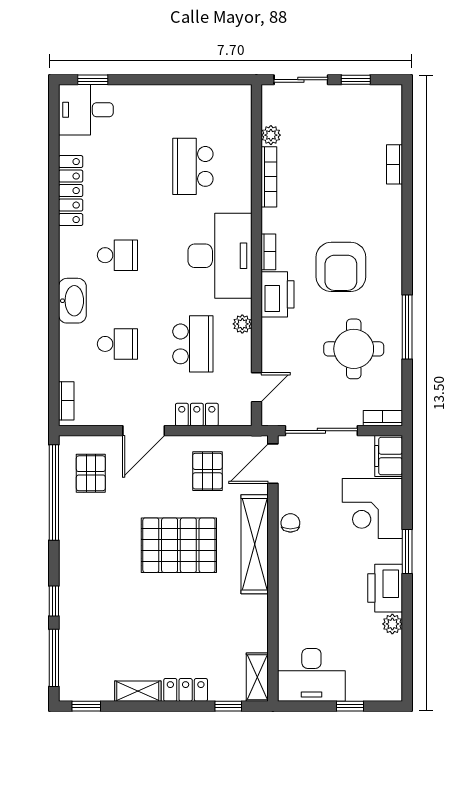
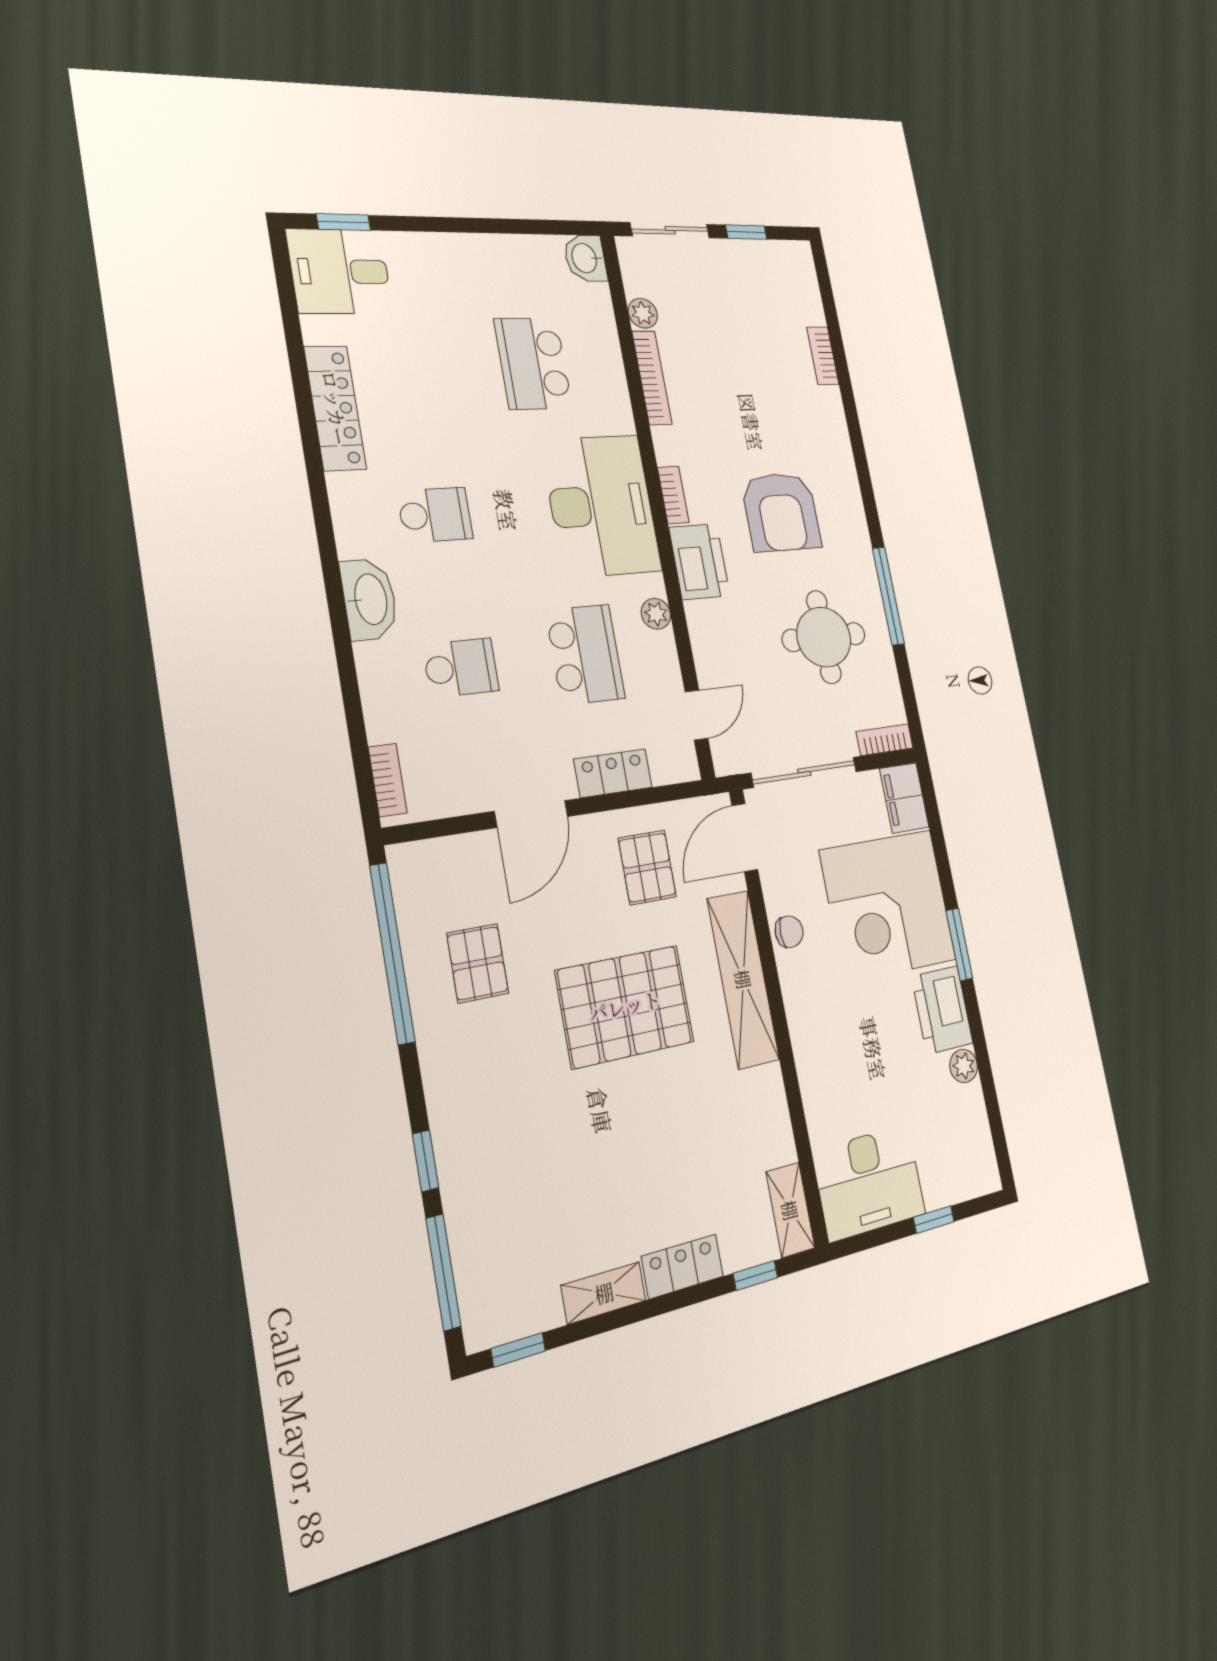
washbasin: (239, 99) -> (585, 258), added
pallet: (91, 473) -> (478, 963), moved
corner desk: (372, 508) -> (888, 905), width x1.36, depth x1.36
chair: (290, 523) -> (789, 932), turned 90

